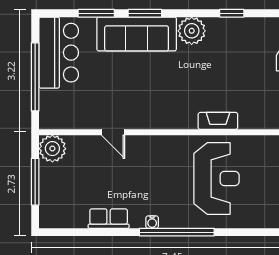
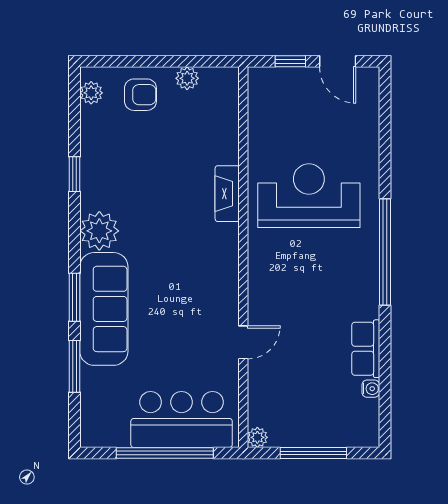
bar counter: (59, 53) -> (182, 419), moved
plant: (52, 149) -> (257, 437), width x0.53, depth x0.53
water cooler: (152, 222) -> (371, 389), moved

